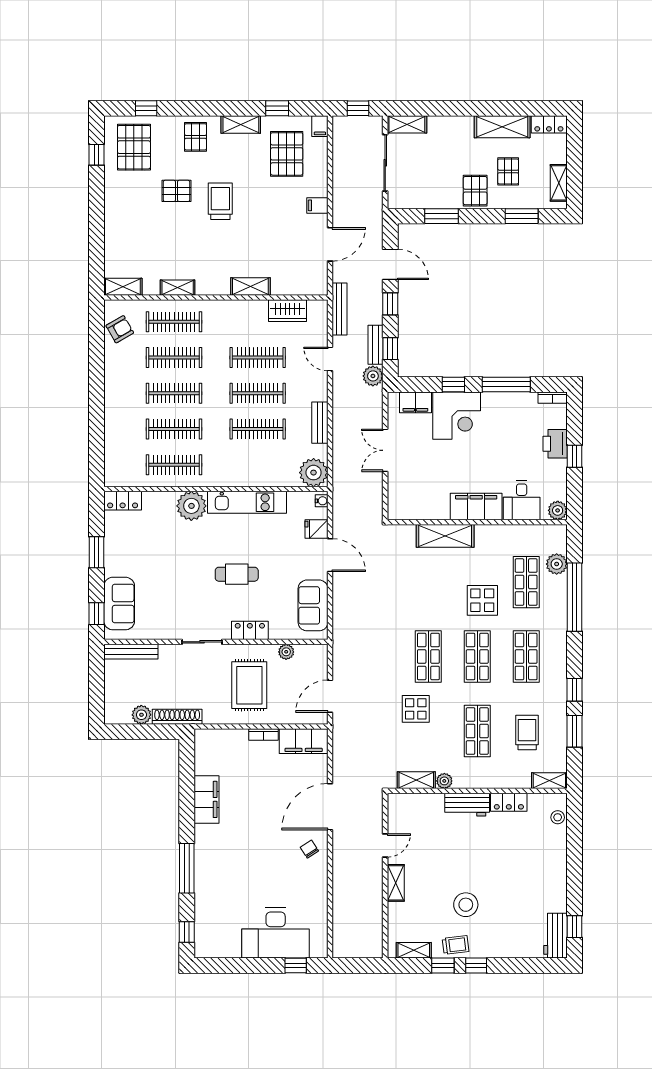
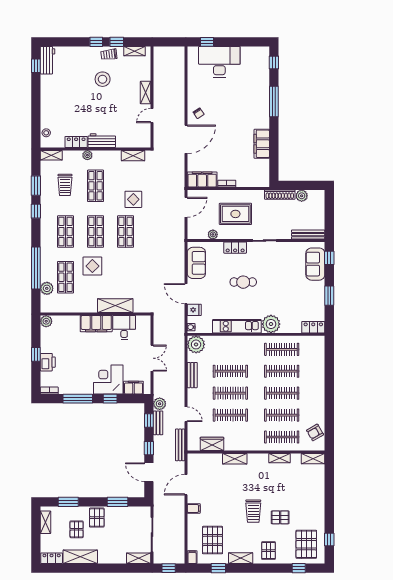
desk: (522, 500) -> (124, 327), moved
rug: (249, 685) -> (235, 214), turned 90
plant: (444, 781) -> (87, 155), moved

